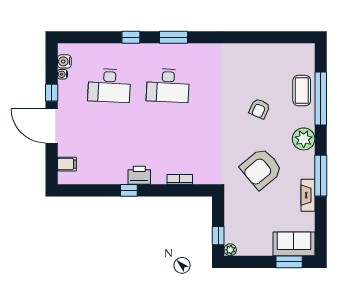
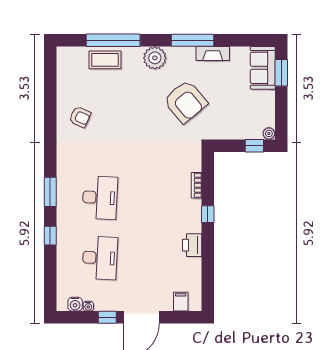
armchair: (259, 109) -> (80, 117), moved
printer: (139, 175) -> (192, 245), moved
window: (129, 190) -> (208, 214), moved

